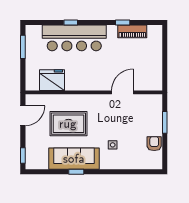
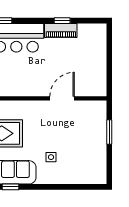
piano: (132, 31) -> (61, 30), moved
armchair: (154, 144) -> (97, 156), removed

